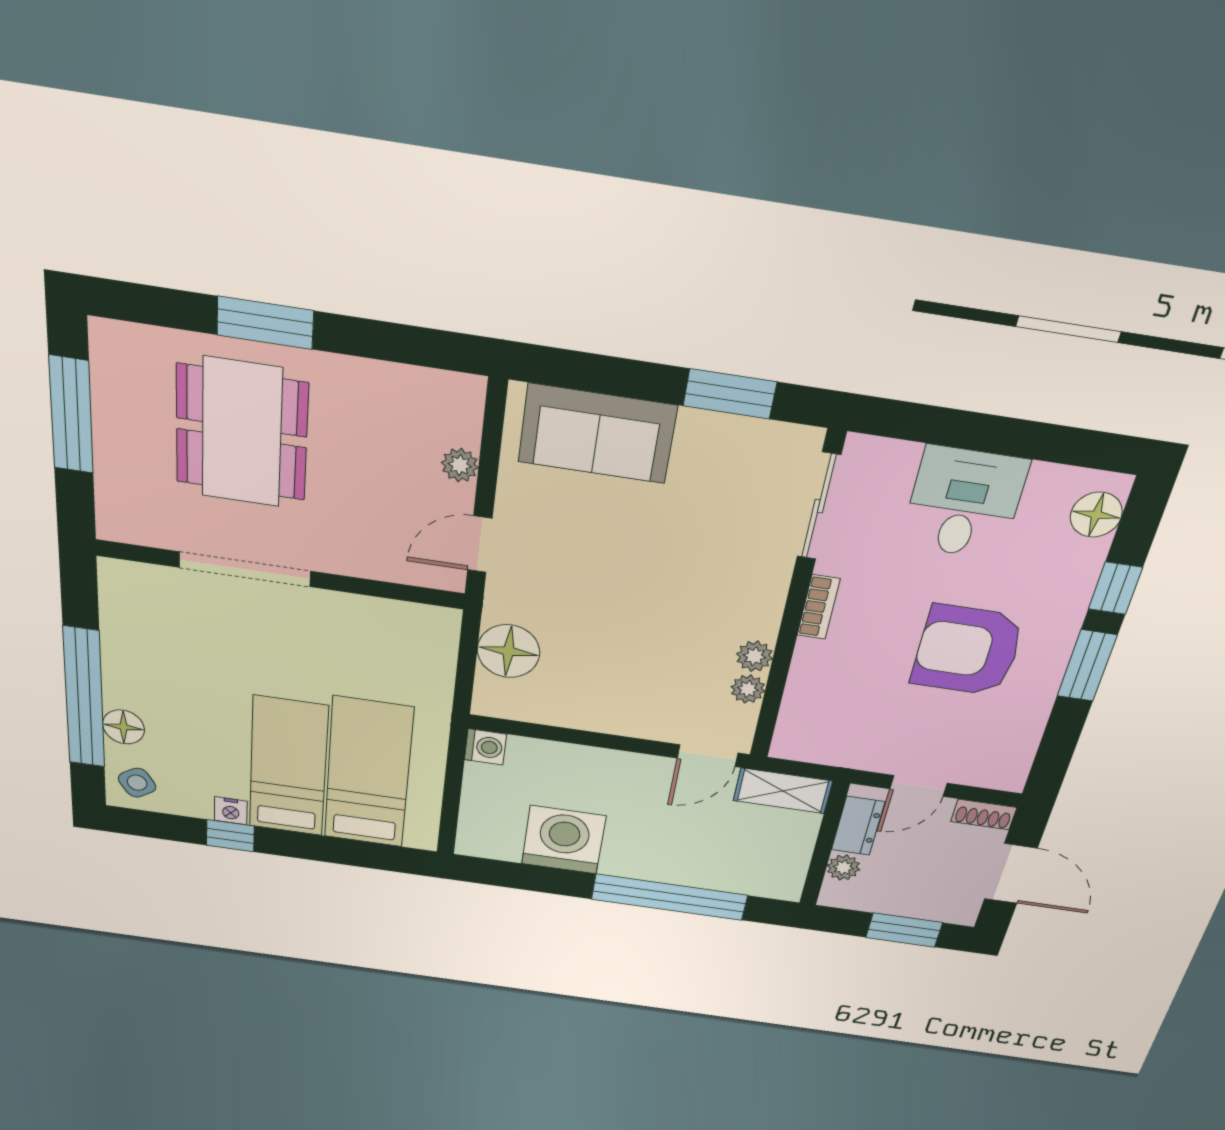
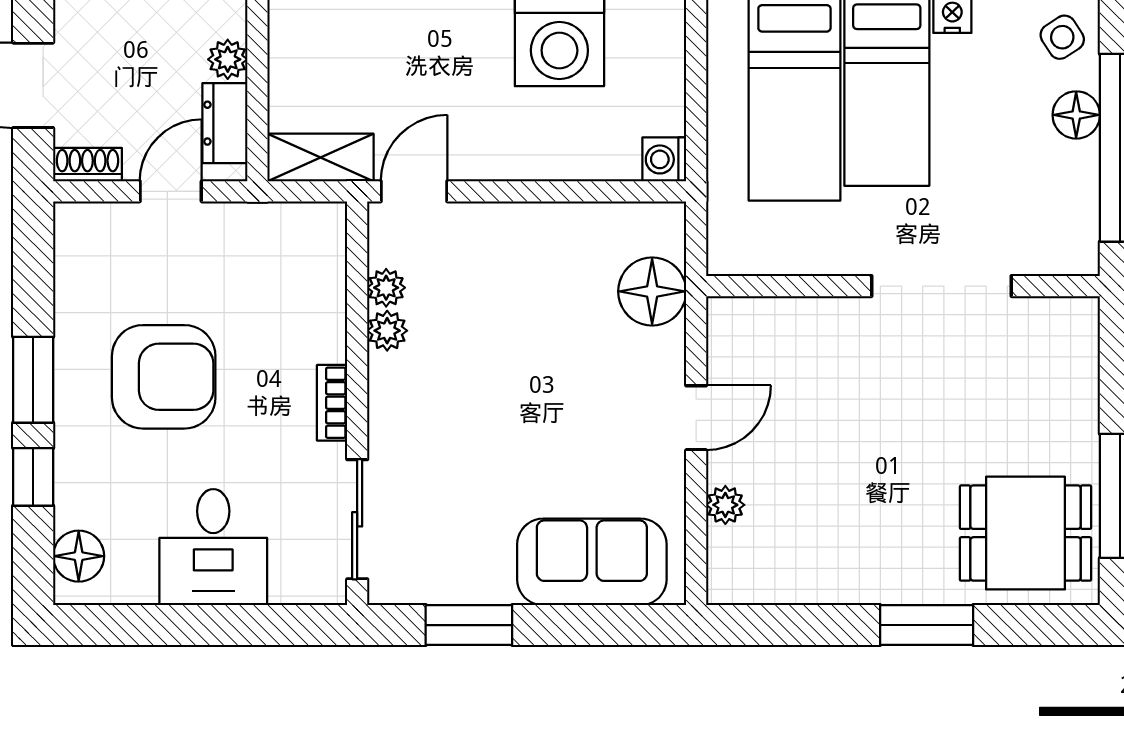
dining table: (242, 433) -> (1026, 533), moved, width x0.73
doorway: (245, 569) -> (942, 286), moved
wall: (281, 575) -> (903, 286), moved

